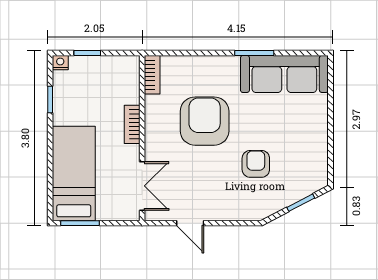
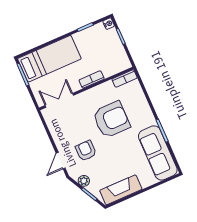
fireplace: (315, 153) -> (121, 190), added
armchair: (256, 164) -> (86, 151), moved, turned -90
double door: (142, 186) -> (59, 100), swing flipped
plant: (278, 202) -> (84, 181), added
door: (190, 223) -> (61, 161), moved

